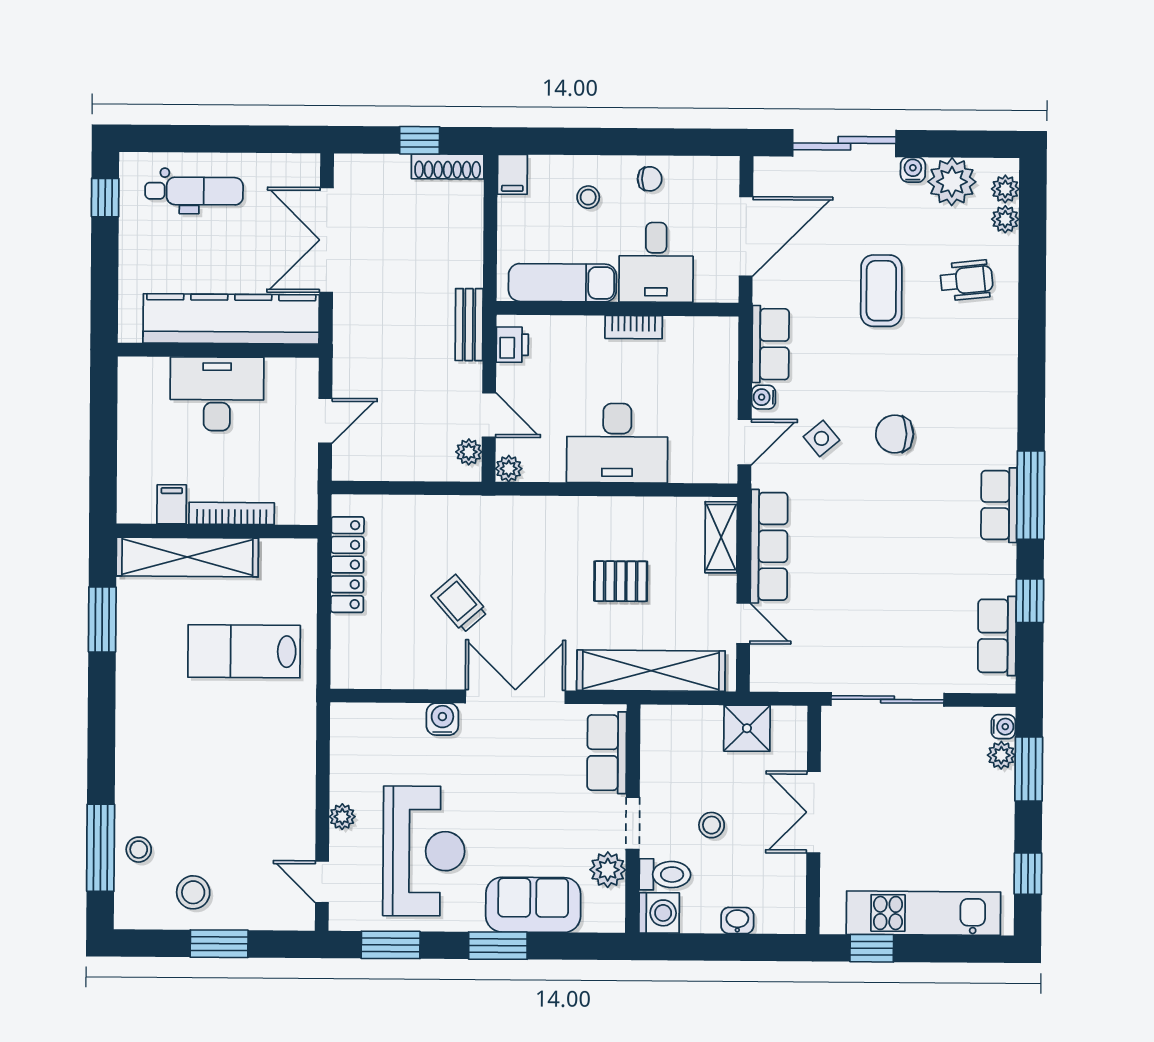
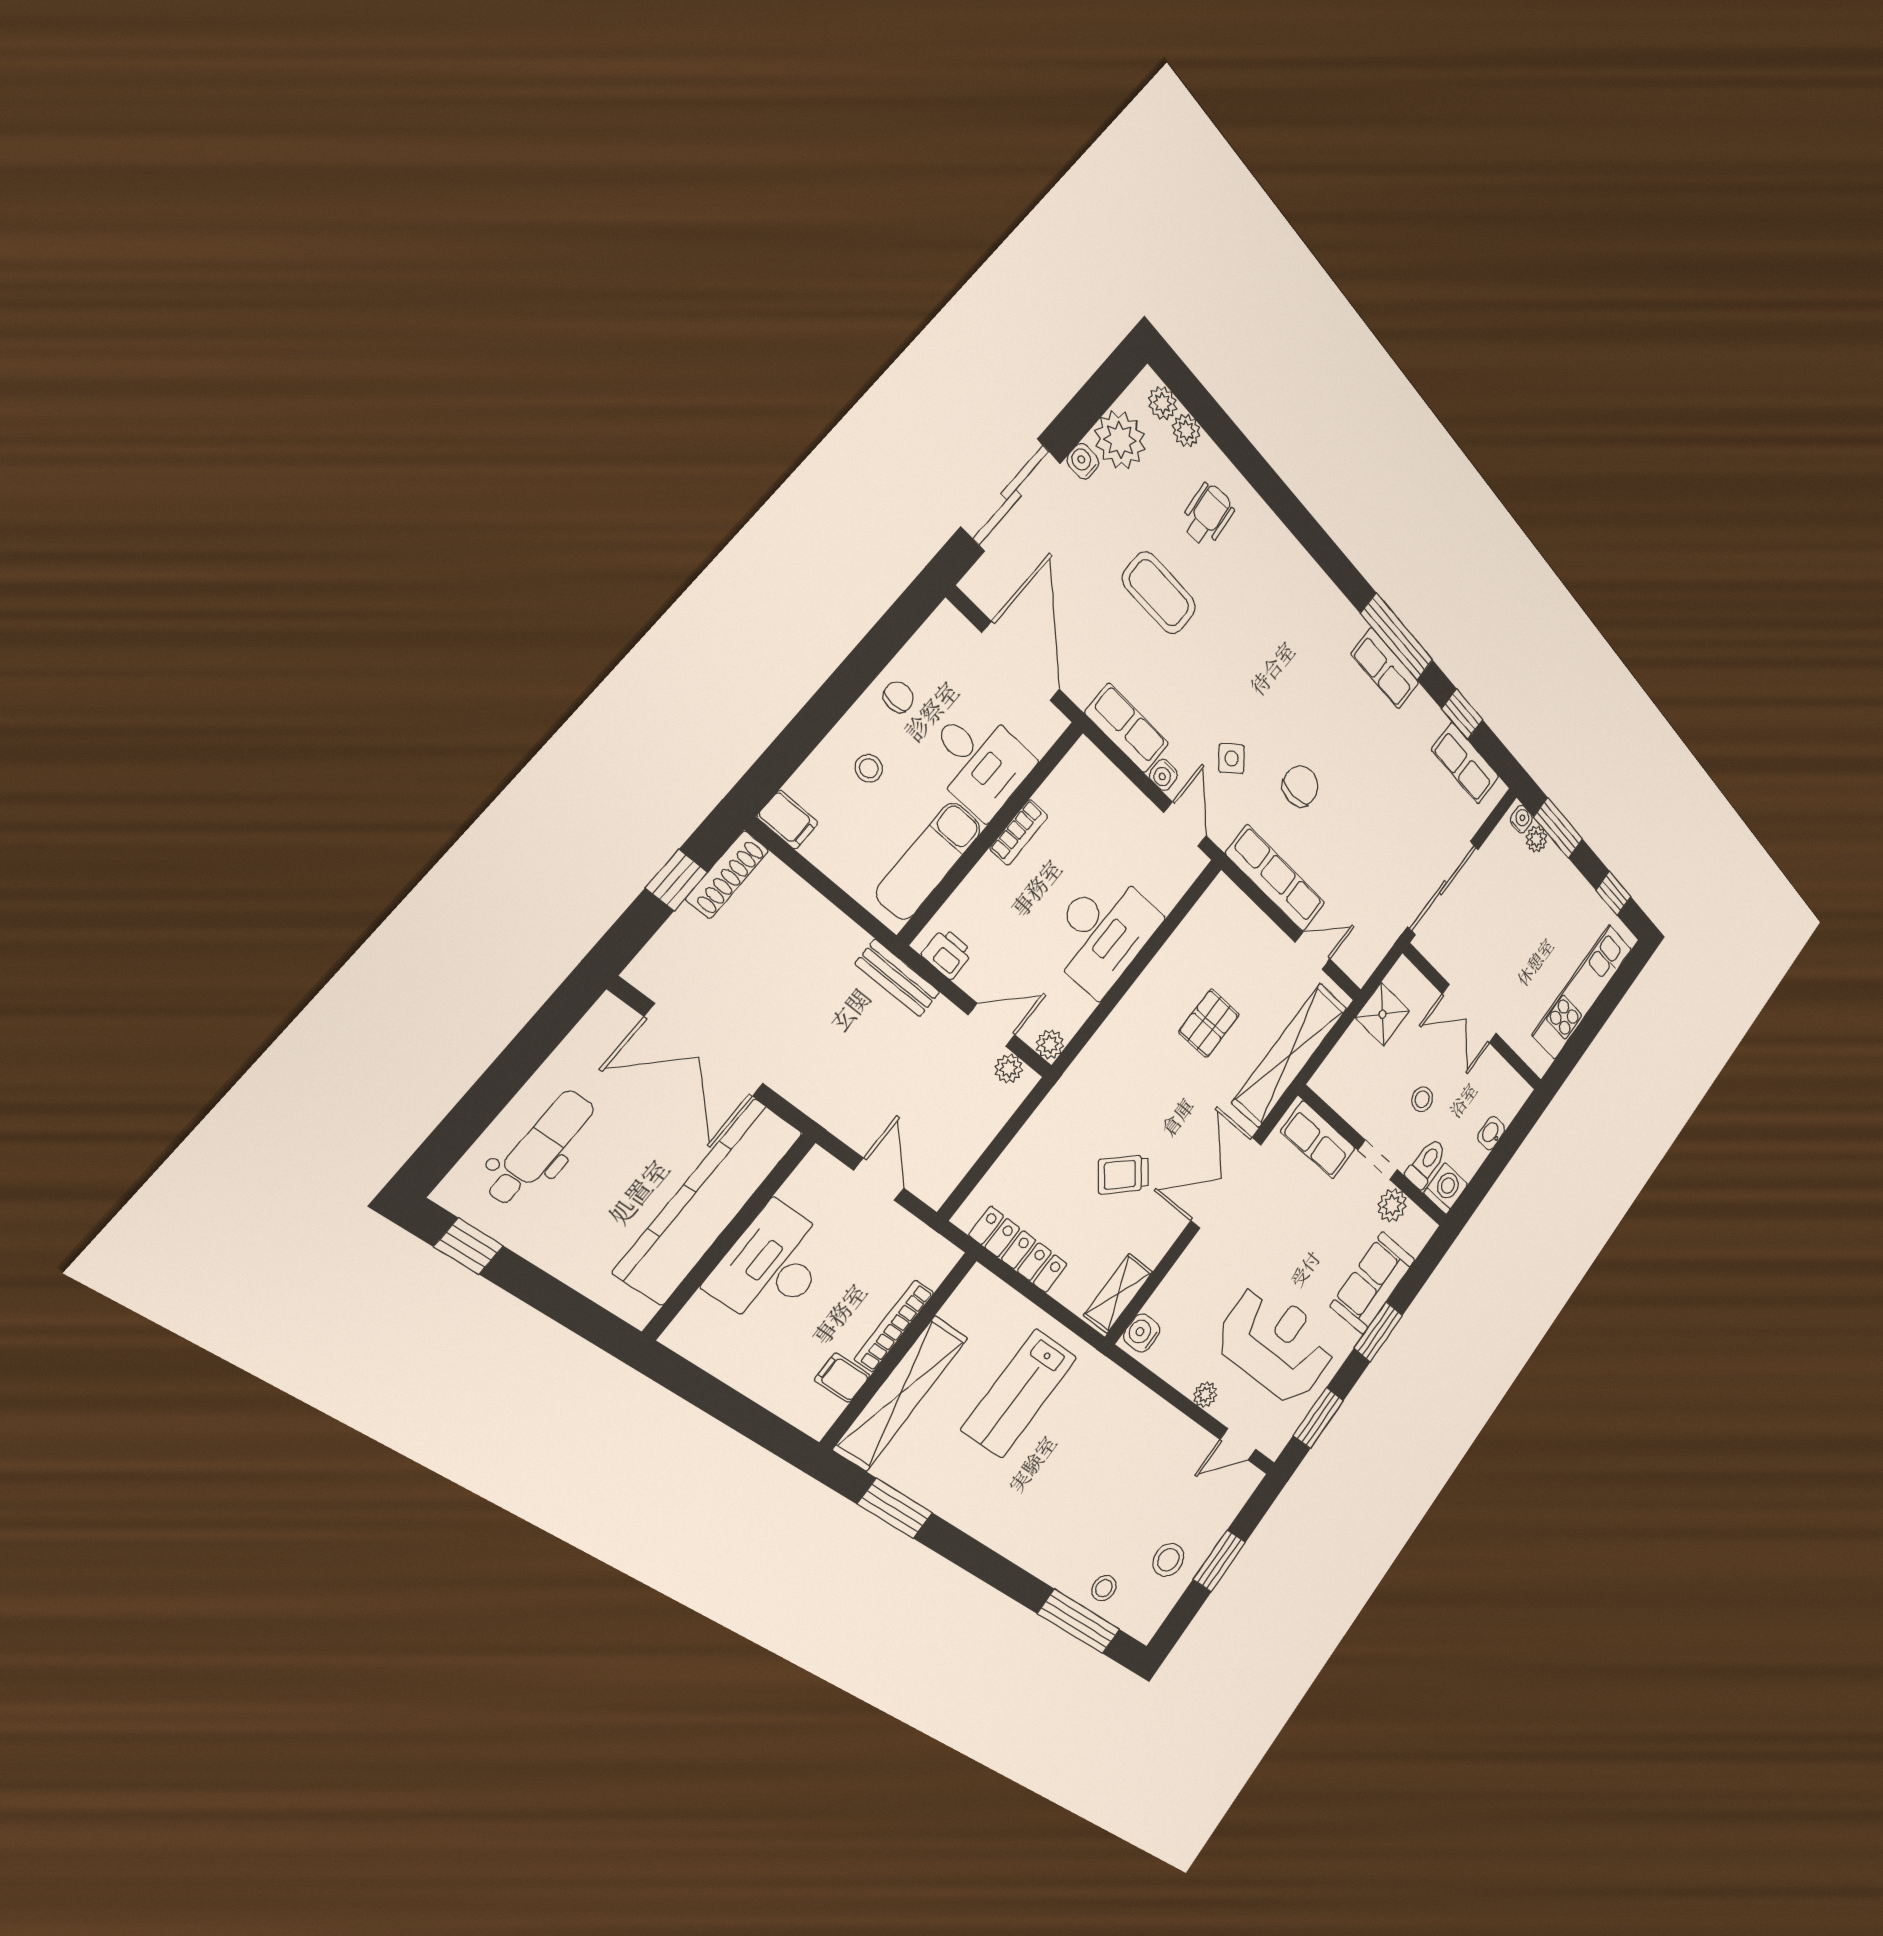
chair: (895, 434) -> (1300, 786), moved, turned 180
shelving: (721, 537) -> (1118, 1293), moved, turned 90
water cooler: (442, 719) -> (1142, 1333), moved
window: (872, 948) -> (1575, 1049), removed

